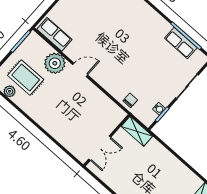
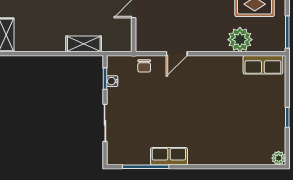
row of seats: (181, 43) -> (169, 156), moved
door: (80, 70) -> (177, 54), moved
shelving: (137, 131) -> (84, 44), moved

